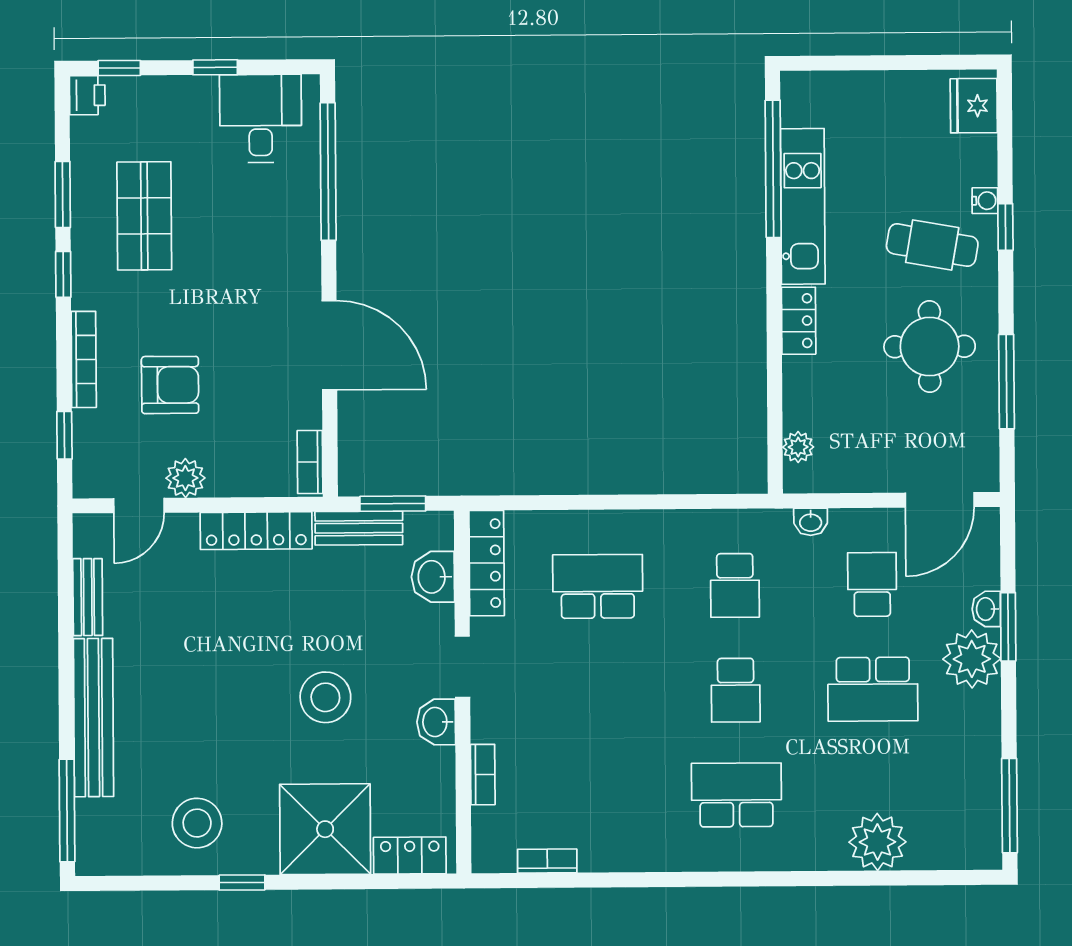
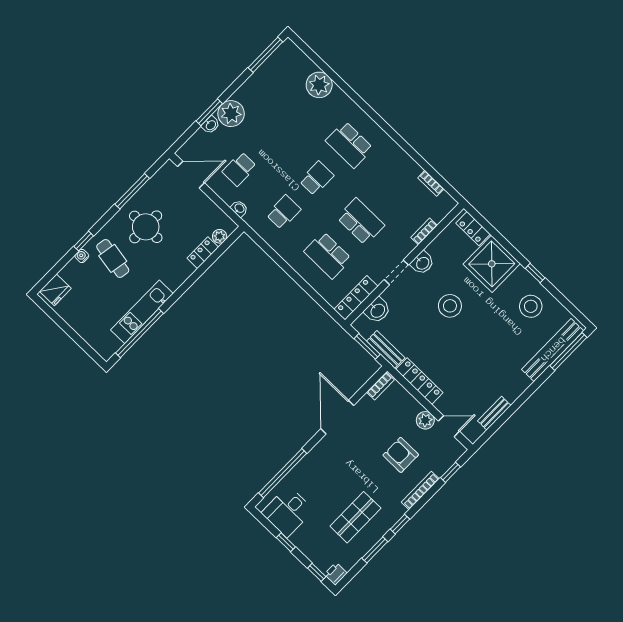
locker: (799, 321) -> (203, 253), moved
school desk: (873, 689) -> (361, 221), moved
bench: (94, 718) -> (553, 350), moved

